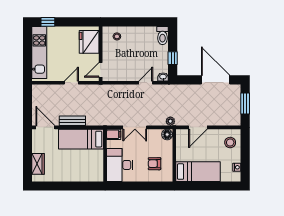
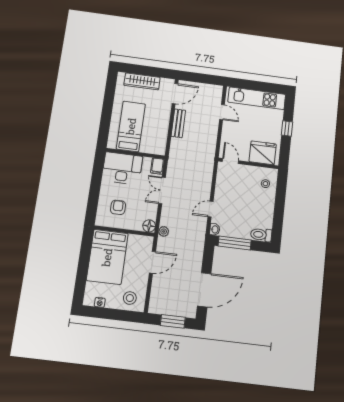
window: (48, 22) -> (287, 128), moved
window: (173, 58) -> (235, 243), width x2.17
door: (71, 83) -> (222, 112), moved
door: (146, 83) -> (210, 209), swing flipped
door: (198, 127) -> (152, 262), swing flipped
bed: (81, 139) -> (131, 126), moved
wardrobe: (38, 164) -> (142, 81), width x1.50
bed: (198, 172) -> (107, 257), width x1.50

